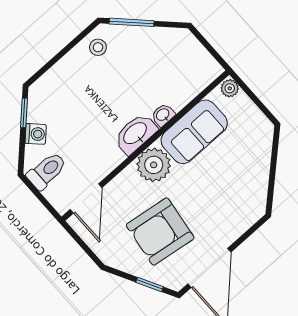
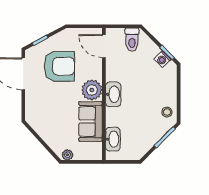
plant: (230, 88) -> (67, 155), moved
washbasin: (163, 115) -> (113, 139), moved, width x1.91, depth x1.45
washing machine: (36, 134) -> (163, 59), moved
armchair: (160, 232) -> (59, 66), turned 82

